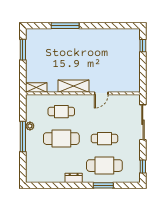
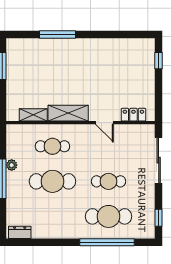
shelving: (36, 87) -> (33, 115), moved
locker: (124, 87) -> (133, 115), added
door: (101, 93) -> (104, 123), hinge flipped
dresser: (74, 178) -> (20, 232), moved
window: (103, 185) -> (107, 242), width x2.11

